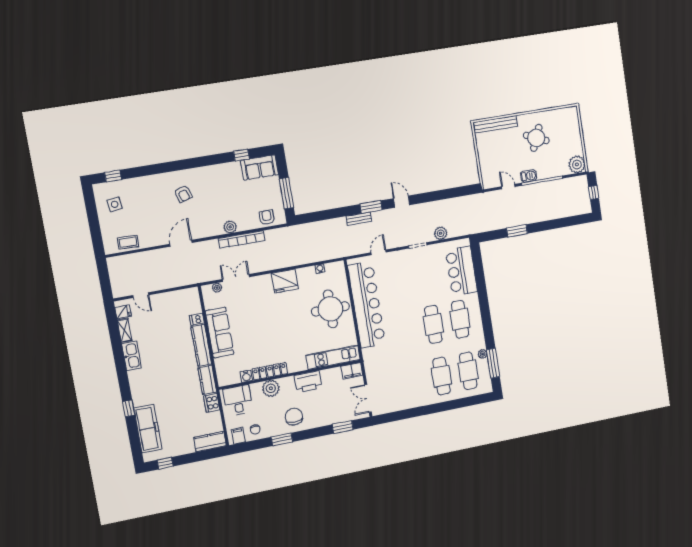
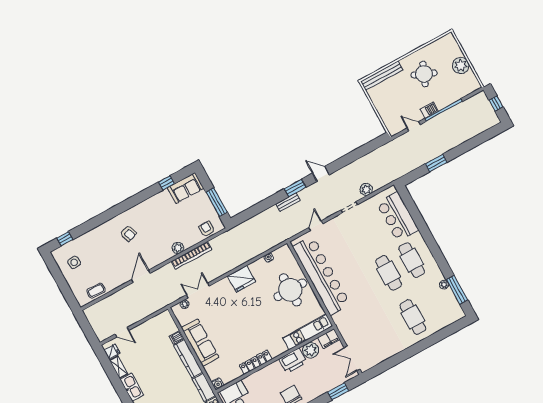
plant: (577, 164) -> (461, 65), moved
cafe table: (468, 371) -> (436, 304), removed
water cooler: (246, 376) -> (218, 384), moved
plant: (271, 388) -> (311, 350), moved

